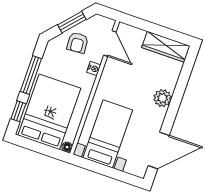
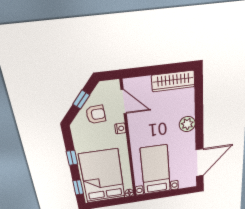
window: (72, 22) -> (81, 100), width x0.67
armchair: (78, 43) -> (96, 114), turned -89
window: (31, 75) -> (72, 158), width x0.46

